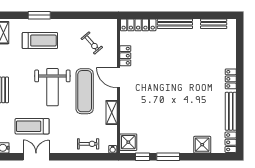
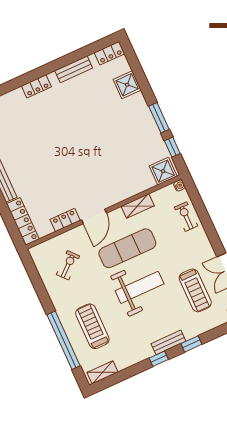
window: (39, 15) -> (64, 340), width x2.11
bench: (231, 111) -> (74, 69), width x0.73

